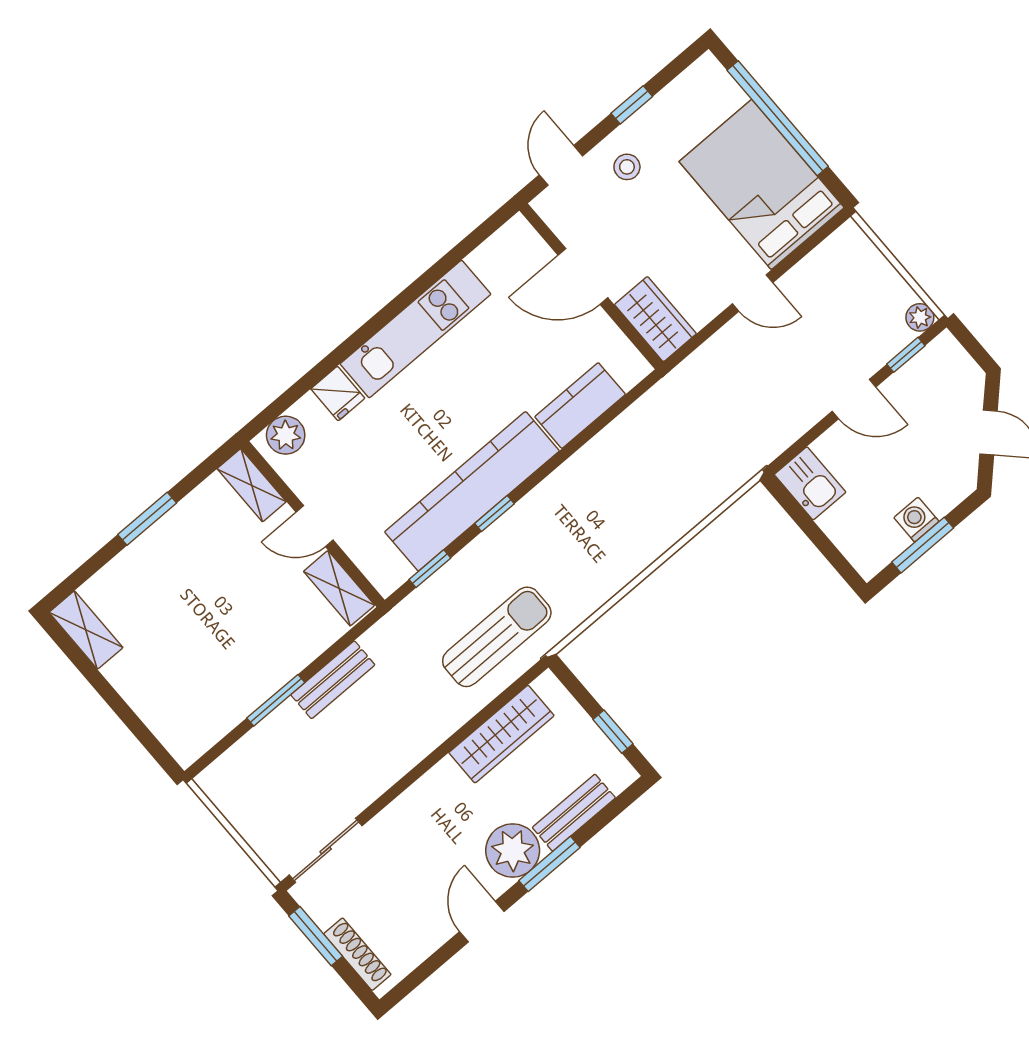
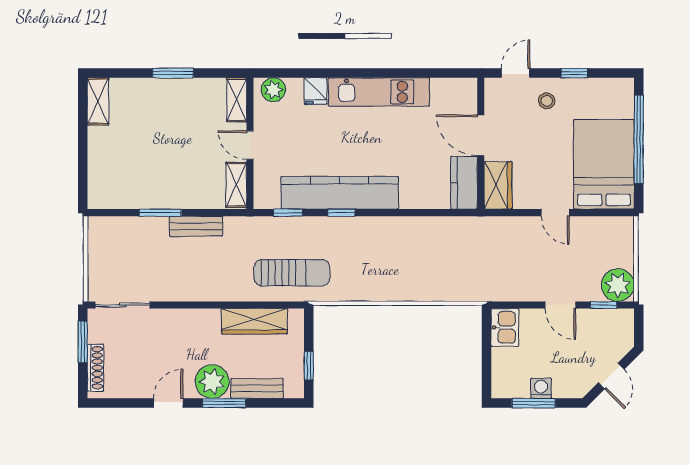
plant: (920, 317) -> (618, 285), width x1.87, depth x1.87
kitchen counter: (580, 406) -> (464, 183), moved, turned -90

